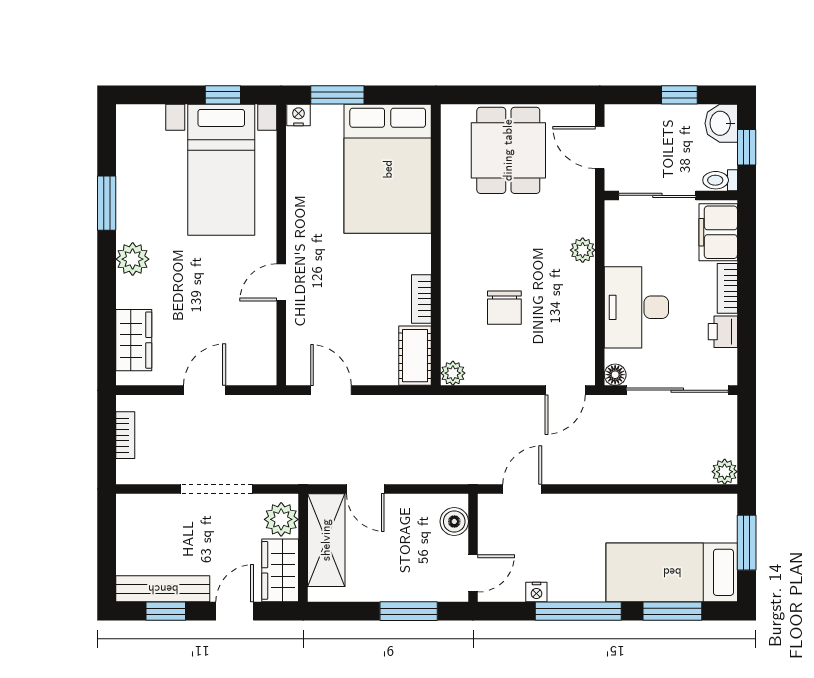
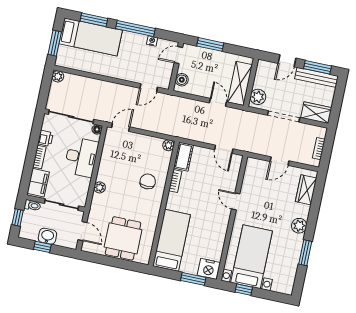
nightstand: (298, 115) -> (209, 269), width x1.89, depth x1.79
washbasin: (721, 123) -> (47, 236), moved, turned -90
bed: (388, 169) -> (172, 240), width x0.67
door: (281, 282) -> (236, 201), swing flipped
chair: (504, 308) -> (148, 181), moved
wardrobe: (280, 570) -> (316, 113), moved, turned -90
window: (166, 611) -> (317, 67), width x1.50

